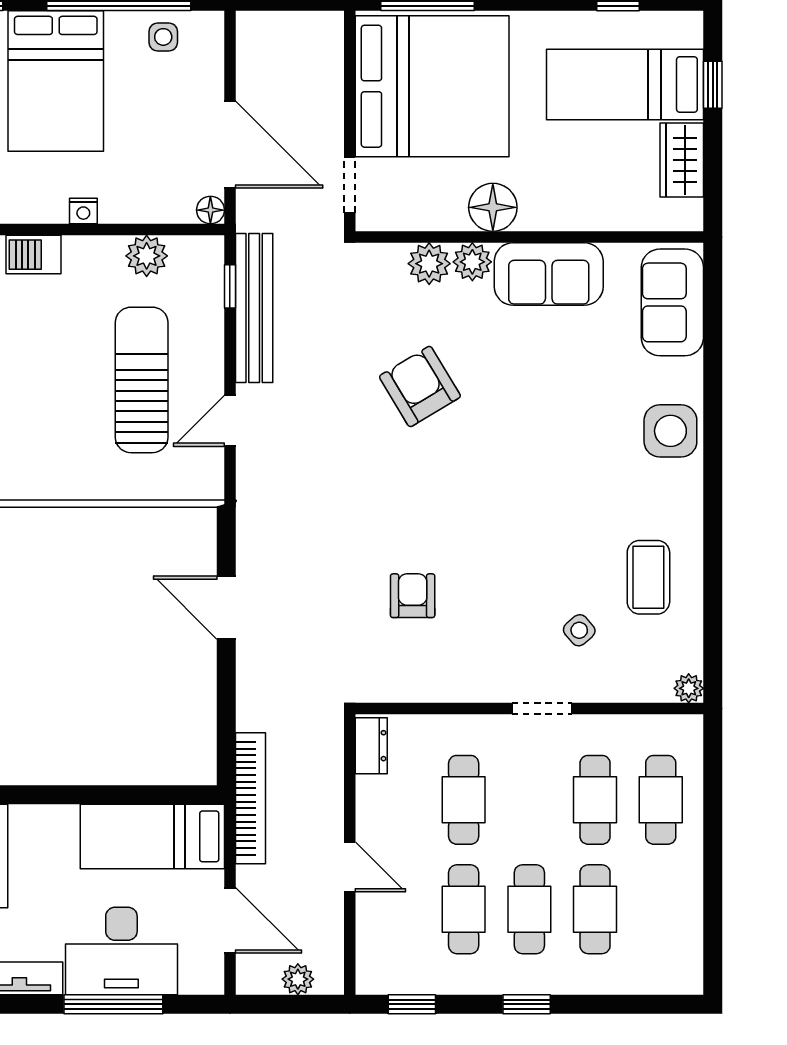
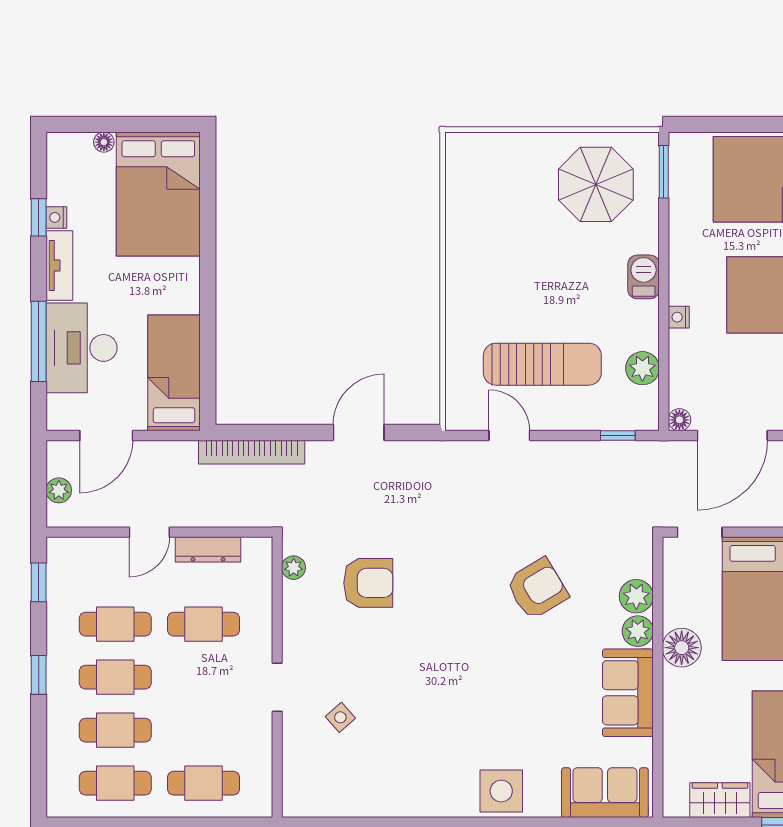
bench: (254, 308) -> (600, 455), removed
coffee table: (648, 577) -> (383, 773), removed
armchair: (413, 596) -> (368, 583), width x1.38, depth x1.38
plant: (689, 688) -> (294, 568), moved
dresser: (371, 746) -> (208, 549), moved, width x1.44
bookcase: (250, 798) -> (252, 452), moved
cafe table: (595, 800) -> (115, 783), moved

